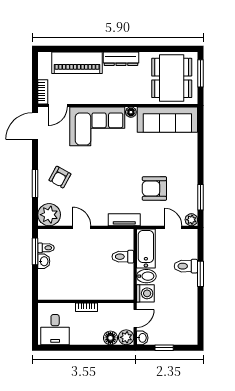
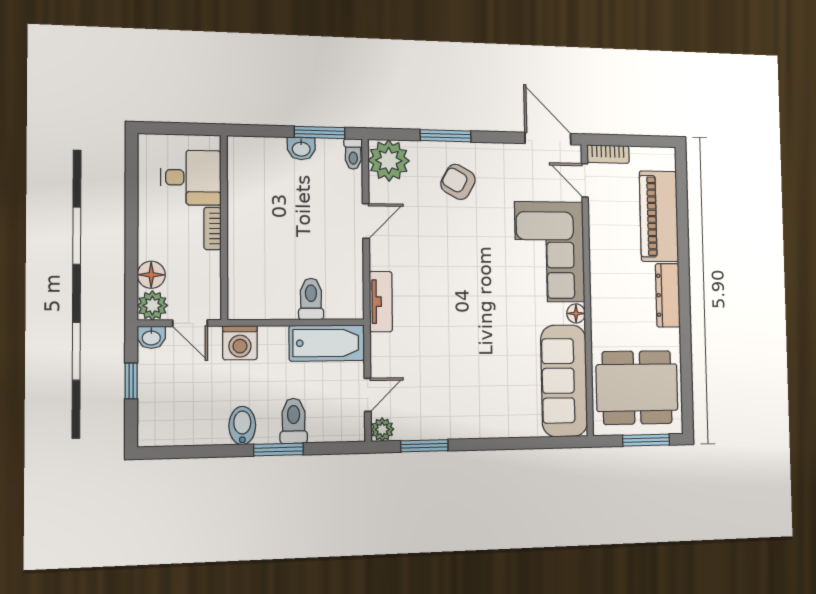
armchair: (154, 188) -> (440, 358), removed
toilet: (46, 248) -> (353, 154), moved
bidet: (146, 276) -> (242, 426), moved, turned 180
desk: (55, 330) -> (191, 178), moved, turned 180

